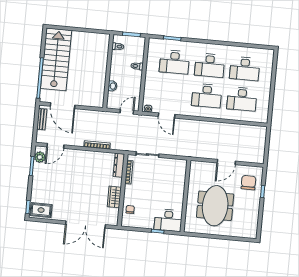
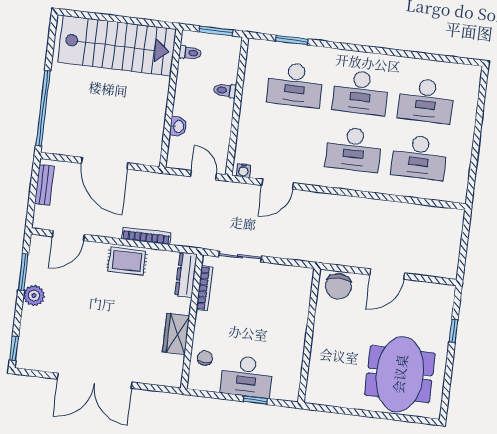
stairs: (56, 59) -> (117, 46), moved, turned 90
door: (63, 106) -> (105, 163), moved
door: (127, 112) -> (204, 175), hinge flipped
door: (167, 115) -> (278, 184), hinge flipped
plant: (40, 157) -> (34, 296), moved
chair: (248, 183) -> (338, 286), moved, turned 180
meeting table: (215, 206) -> (400, 374), moved
rug: (41, 210) -> (127, 261), moved
desk: (168, 220) -> (247, 376), moved
double door: (85, 224) -> (95, 381), moved

